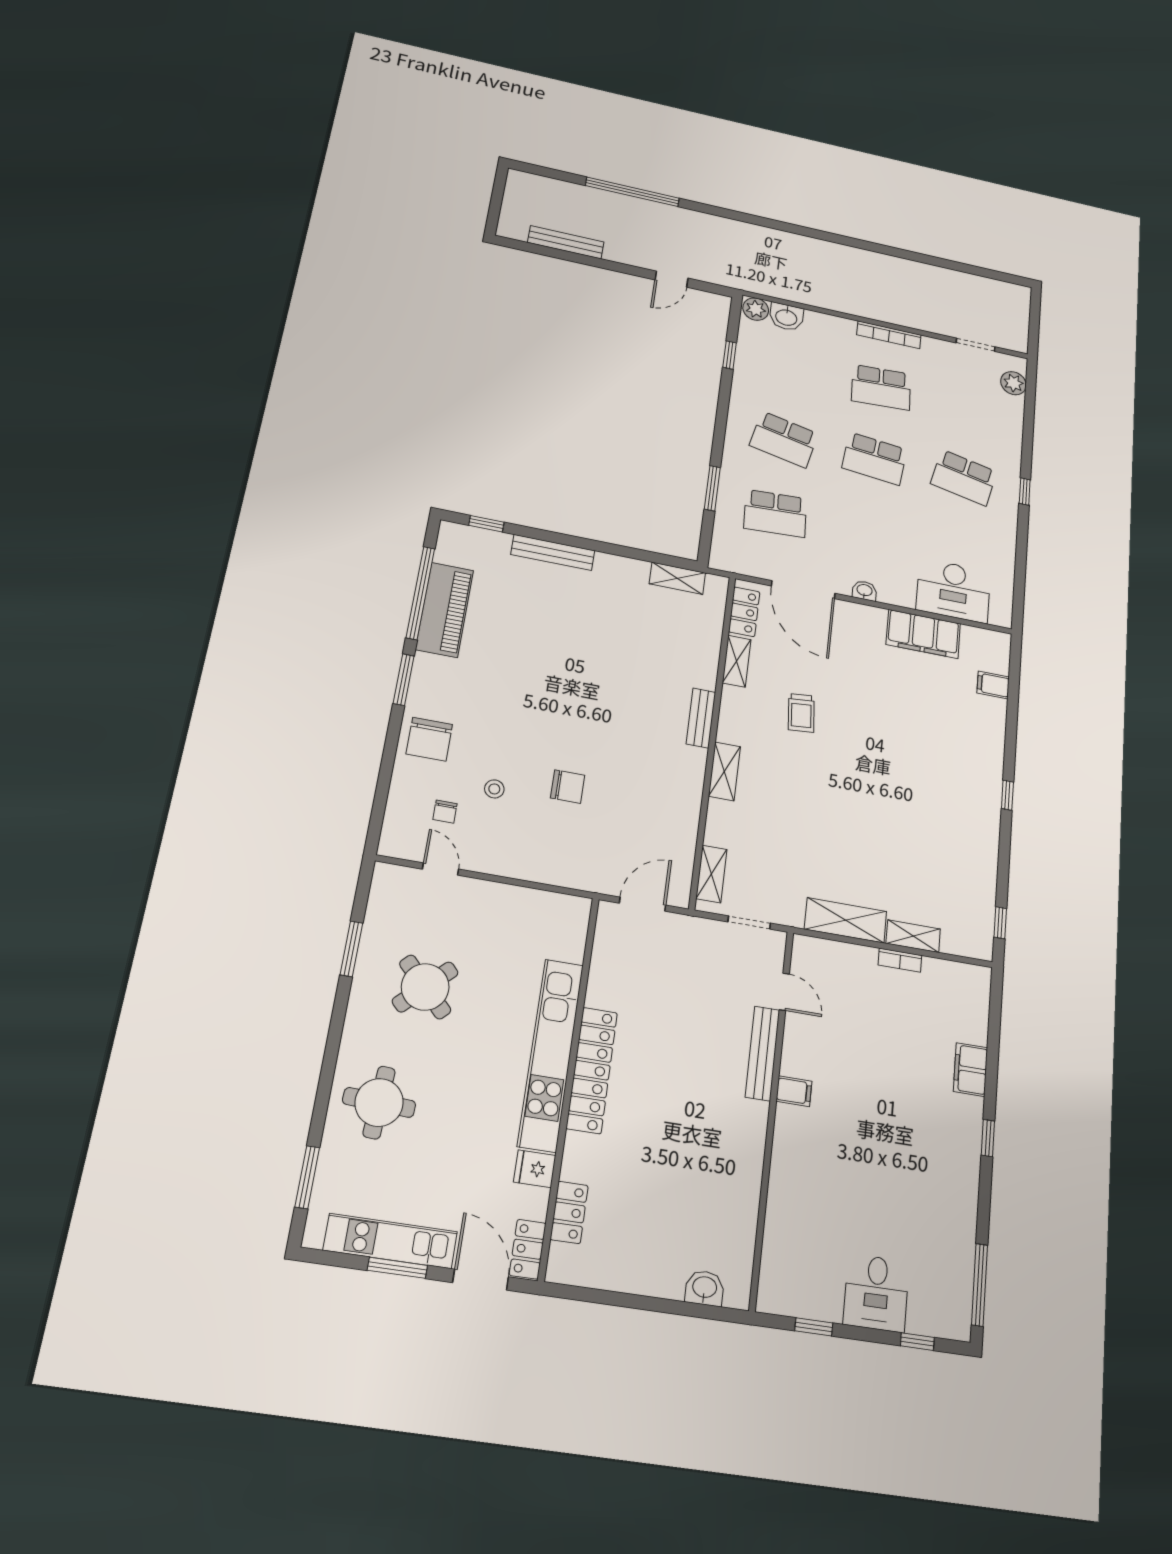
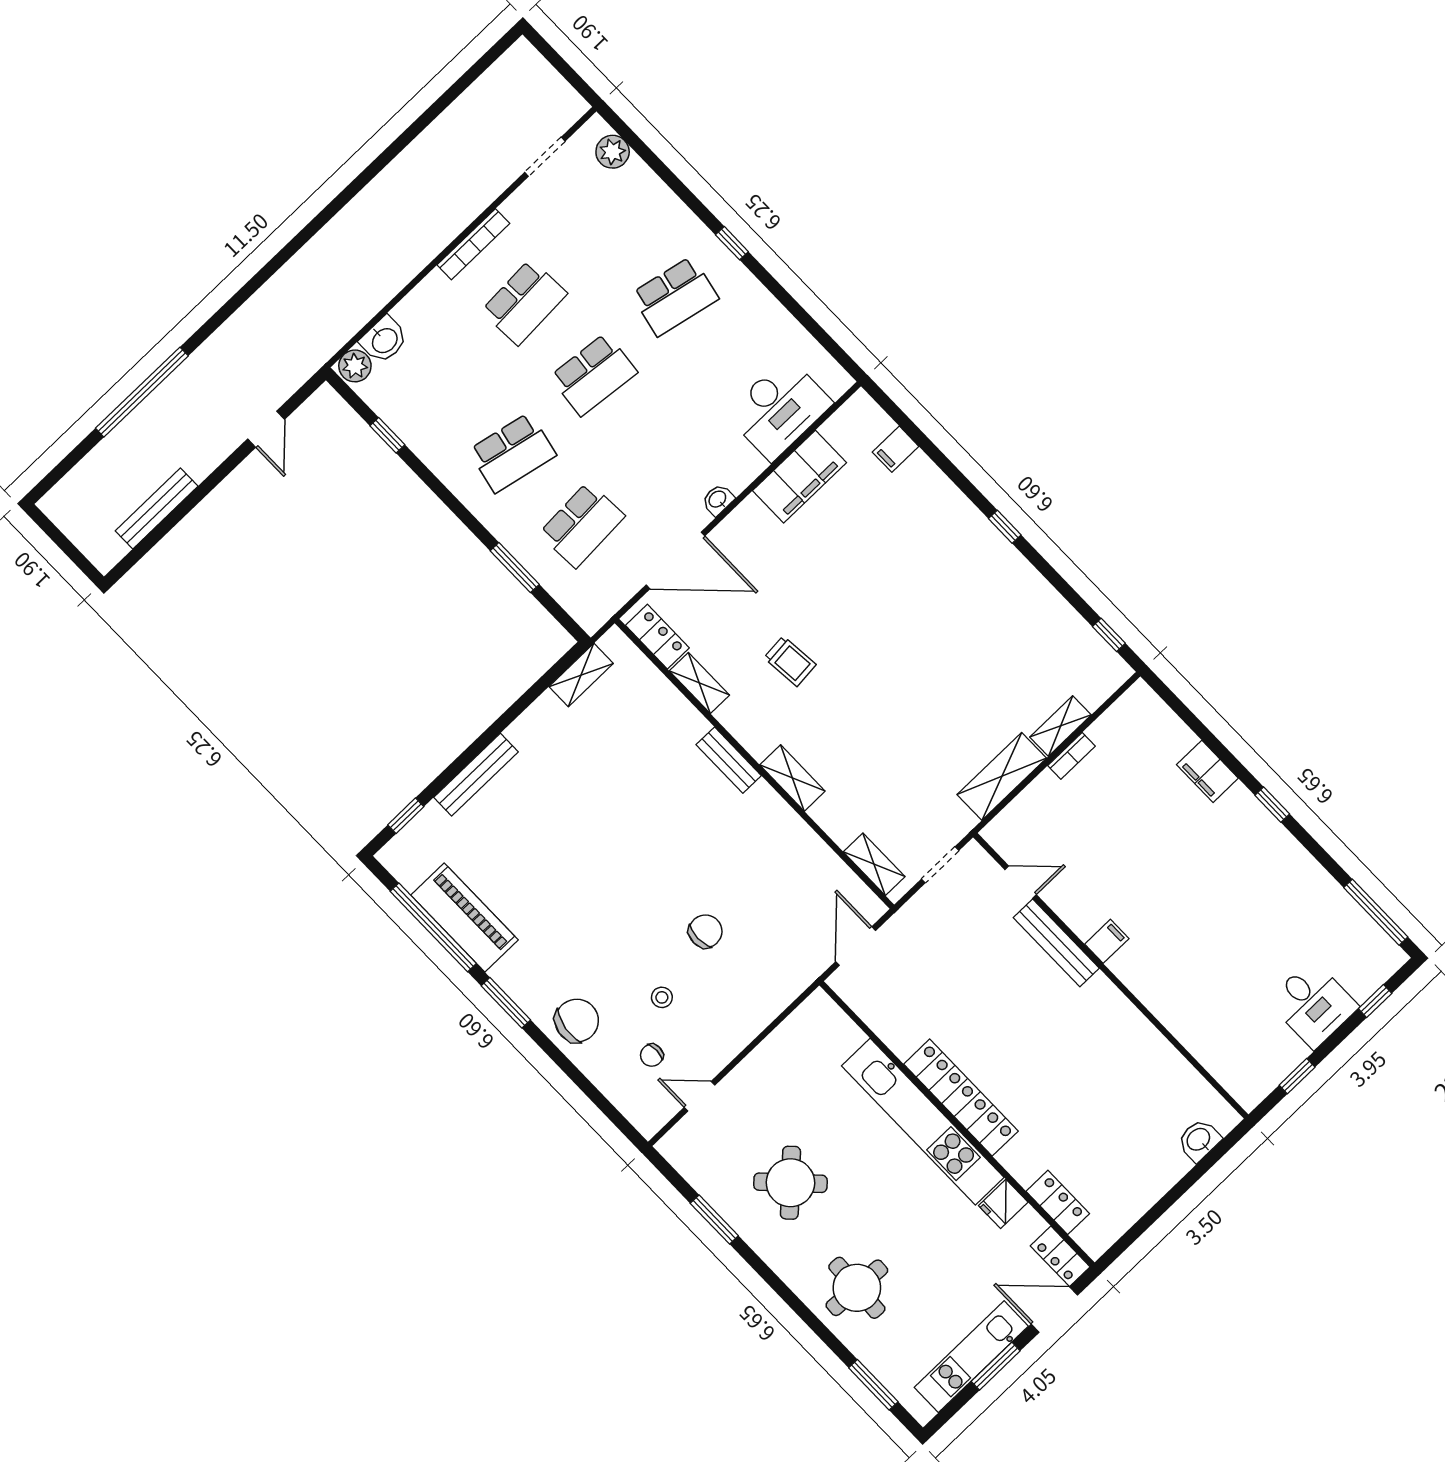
chair: (429, 739) -> (577, 1021), turned -81
chair: (445, 812) -> (652, 1055), turned 90

